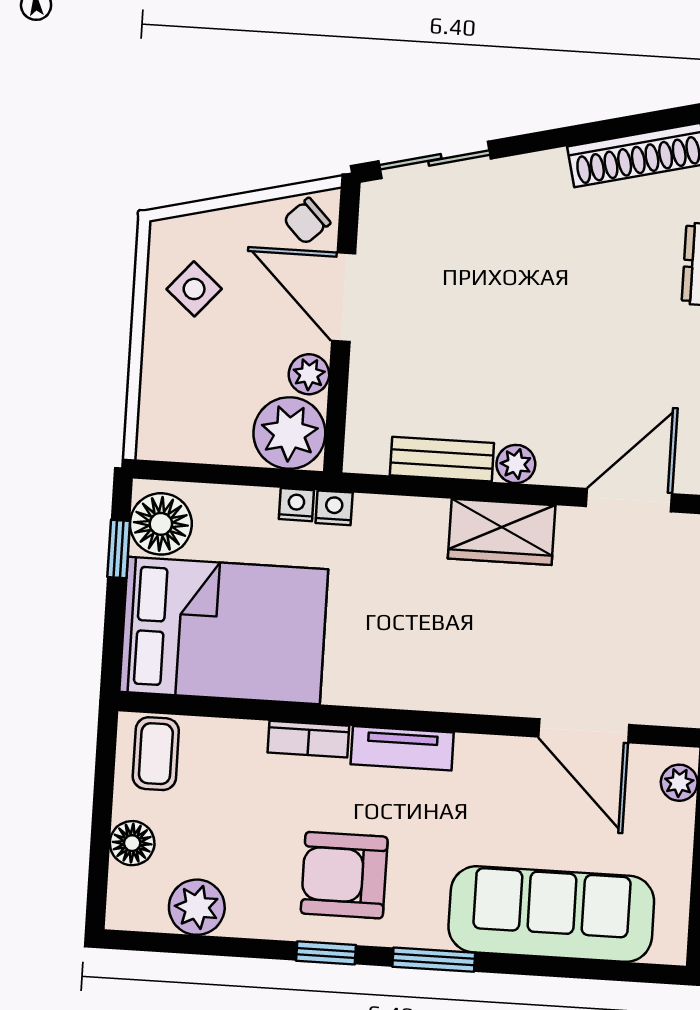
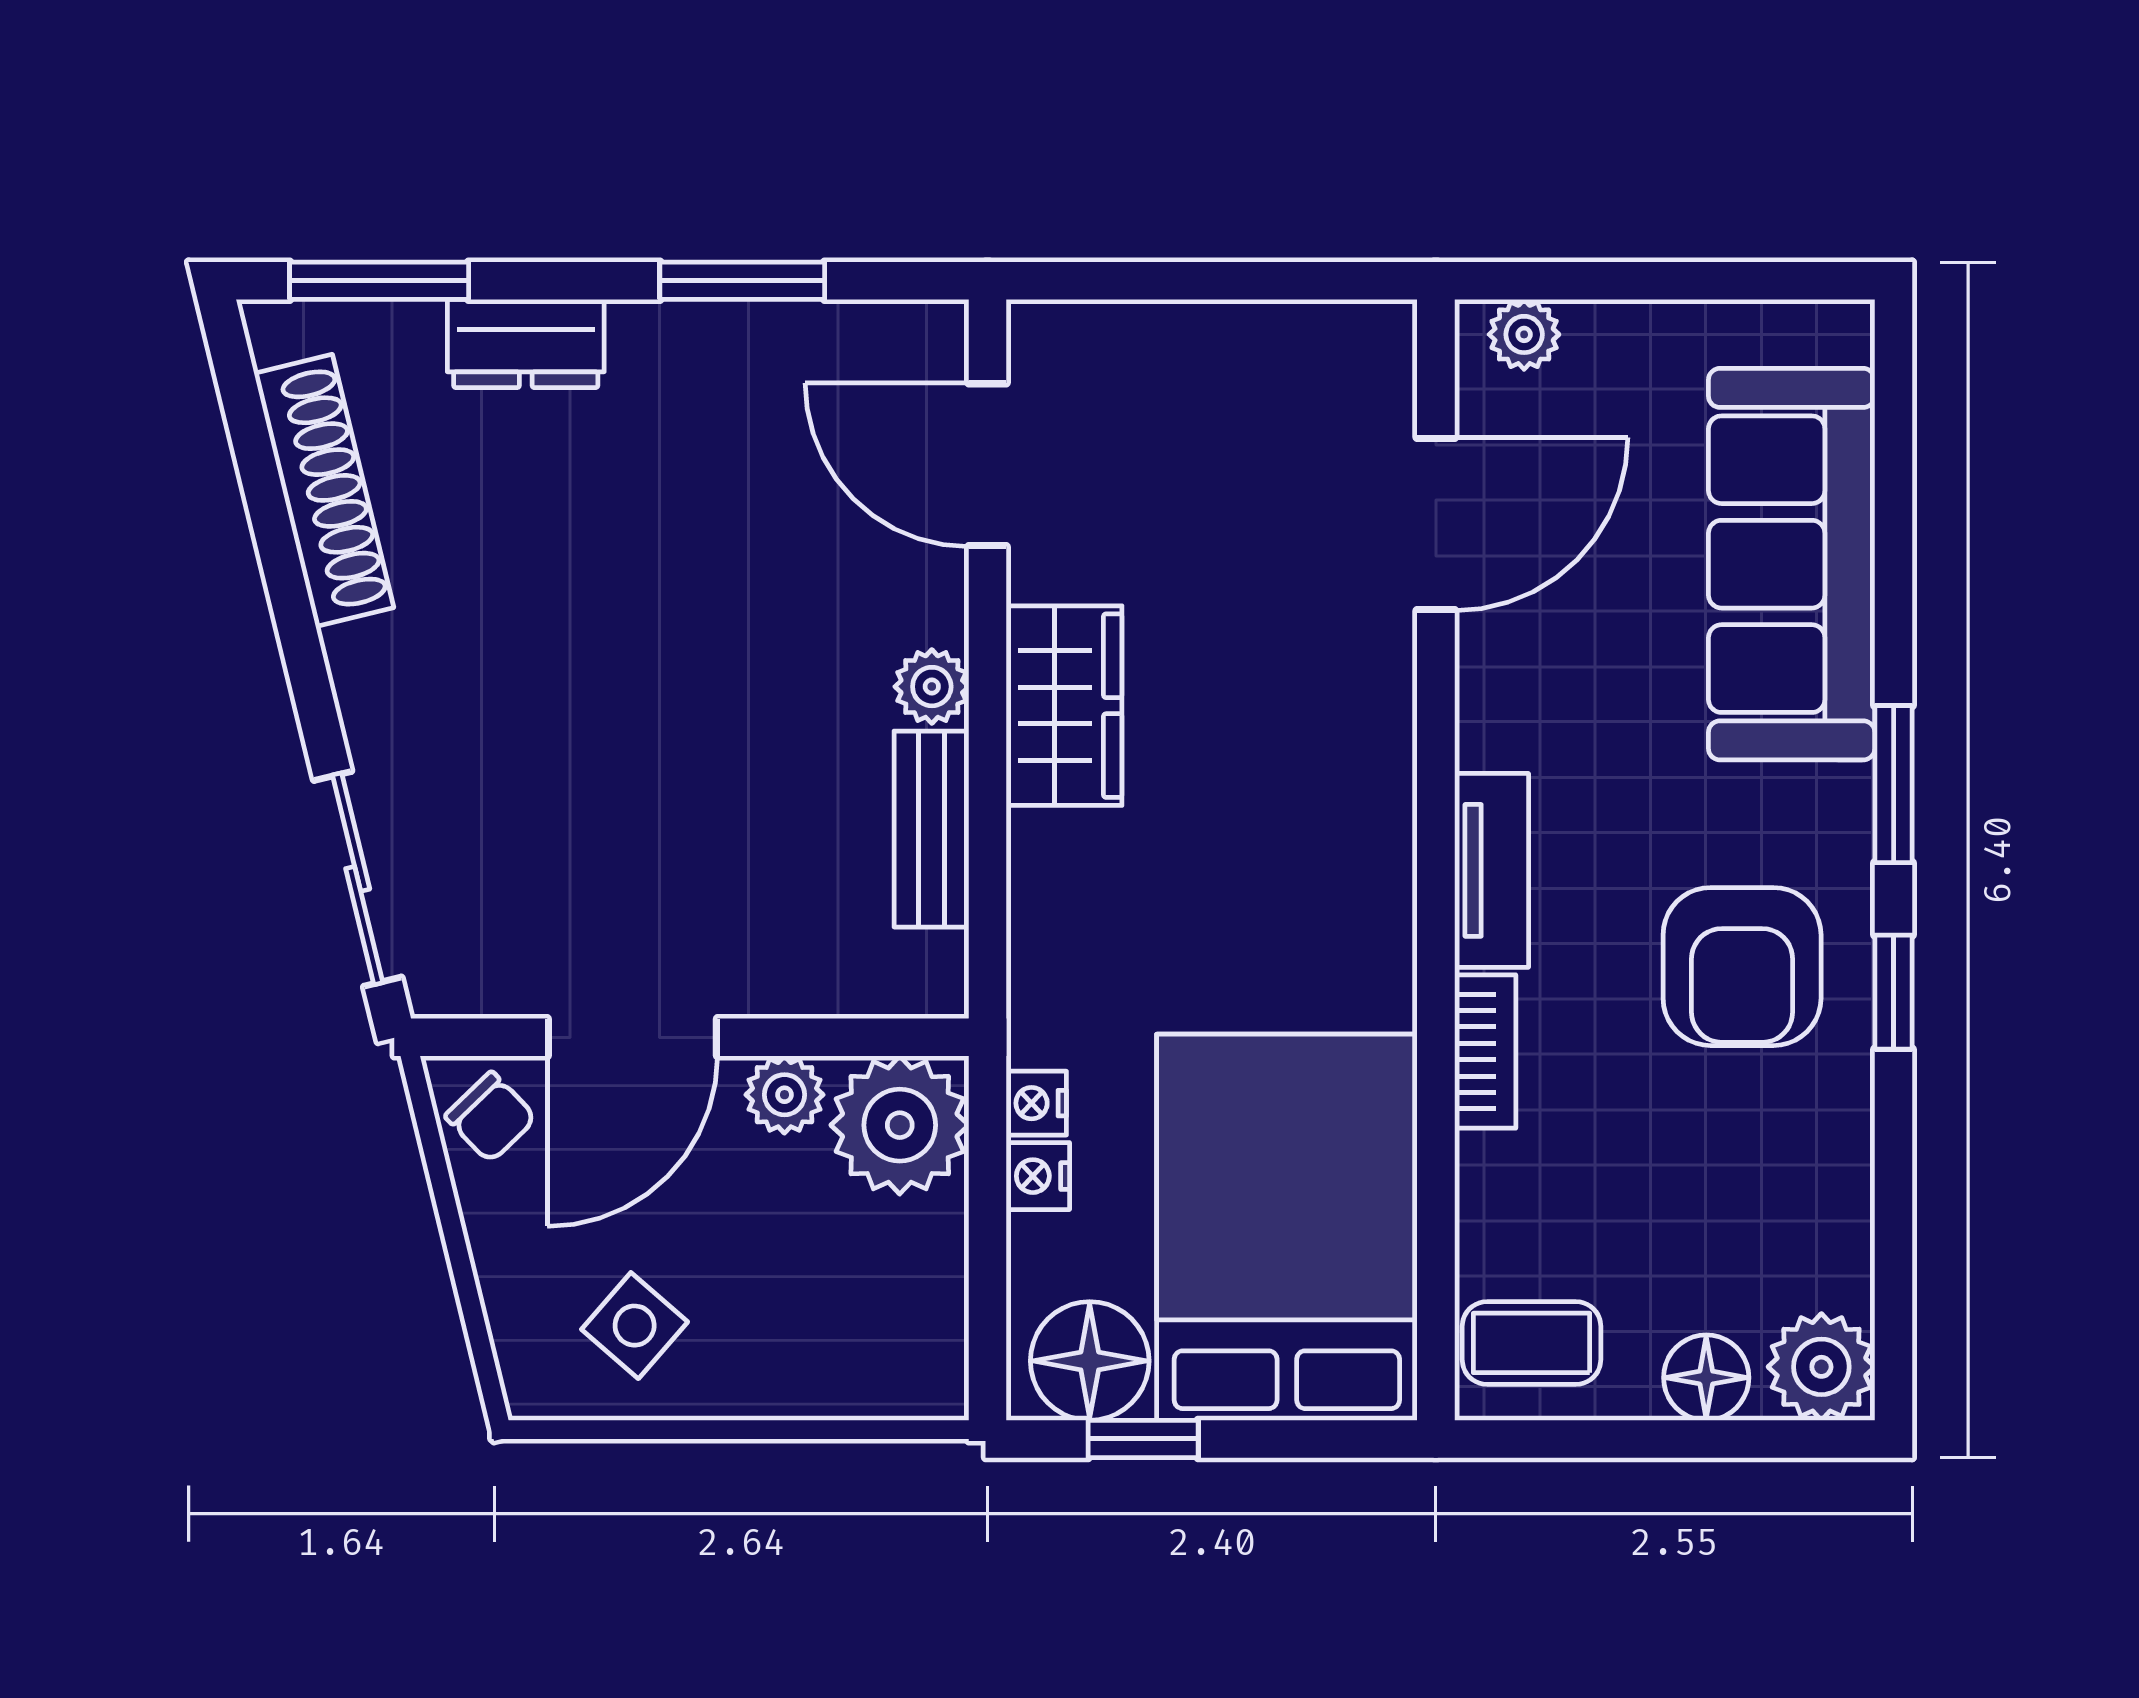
nightstand: (334, 508) -> (1038, 1176), moved
plant: (197, 907) -> (1821, 1367), moved

